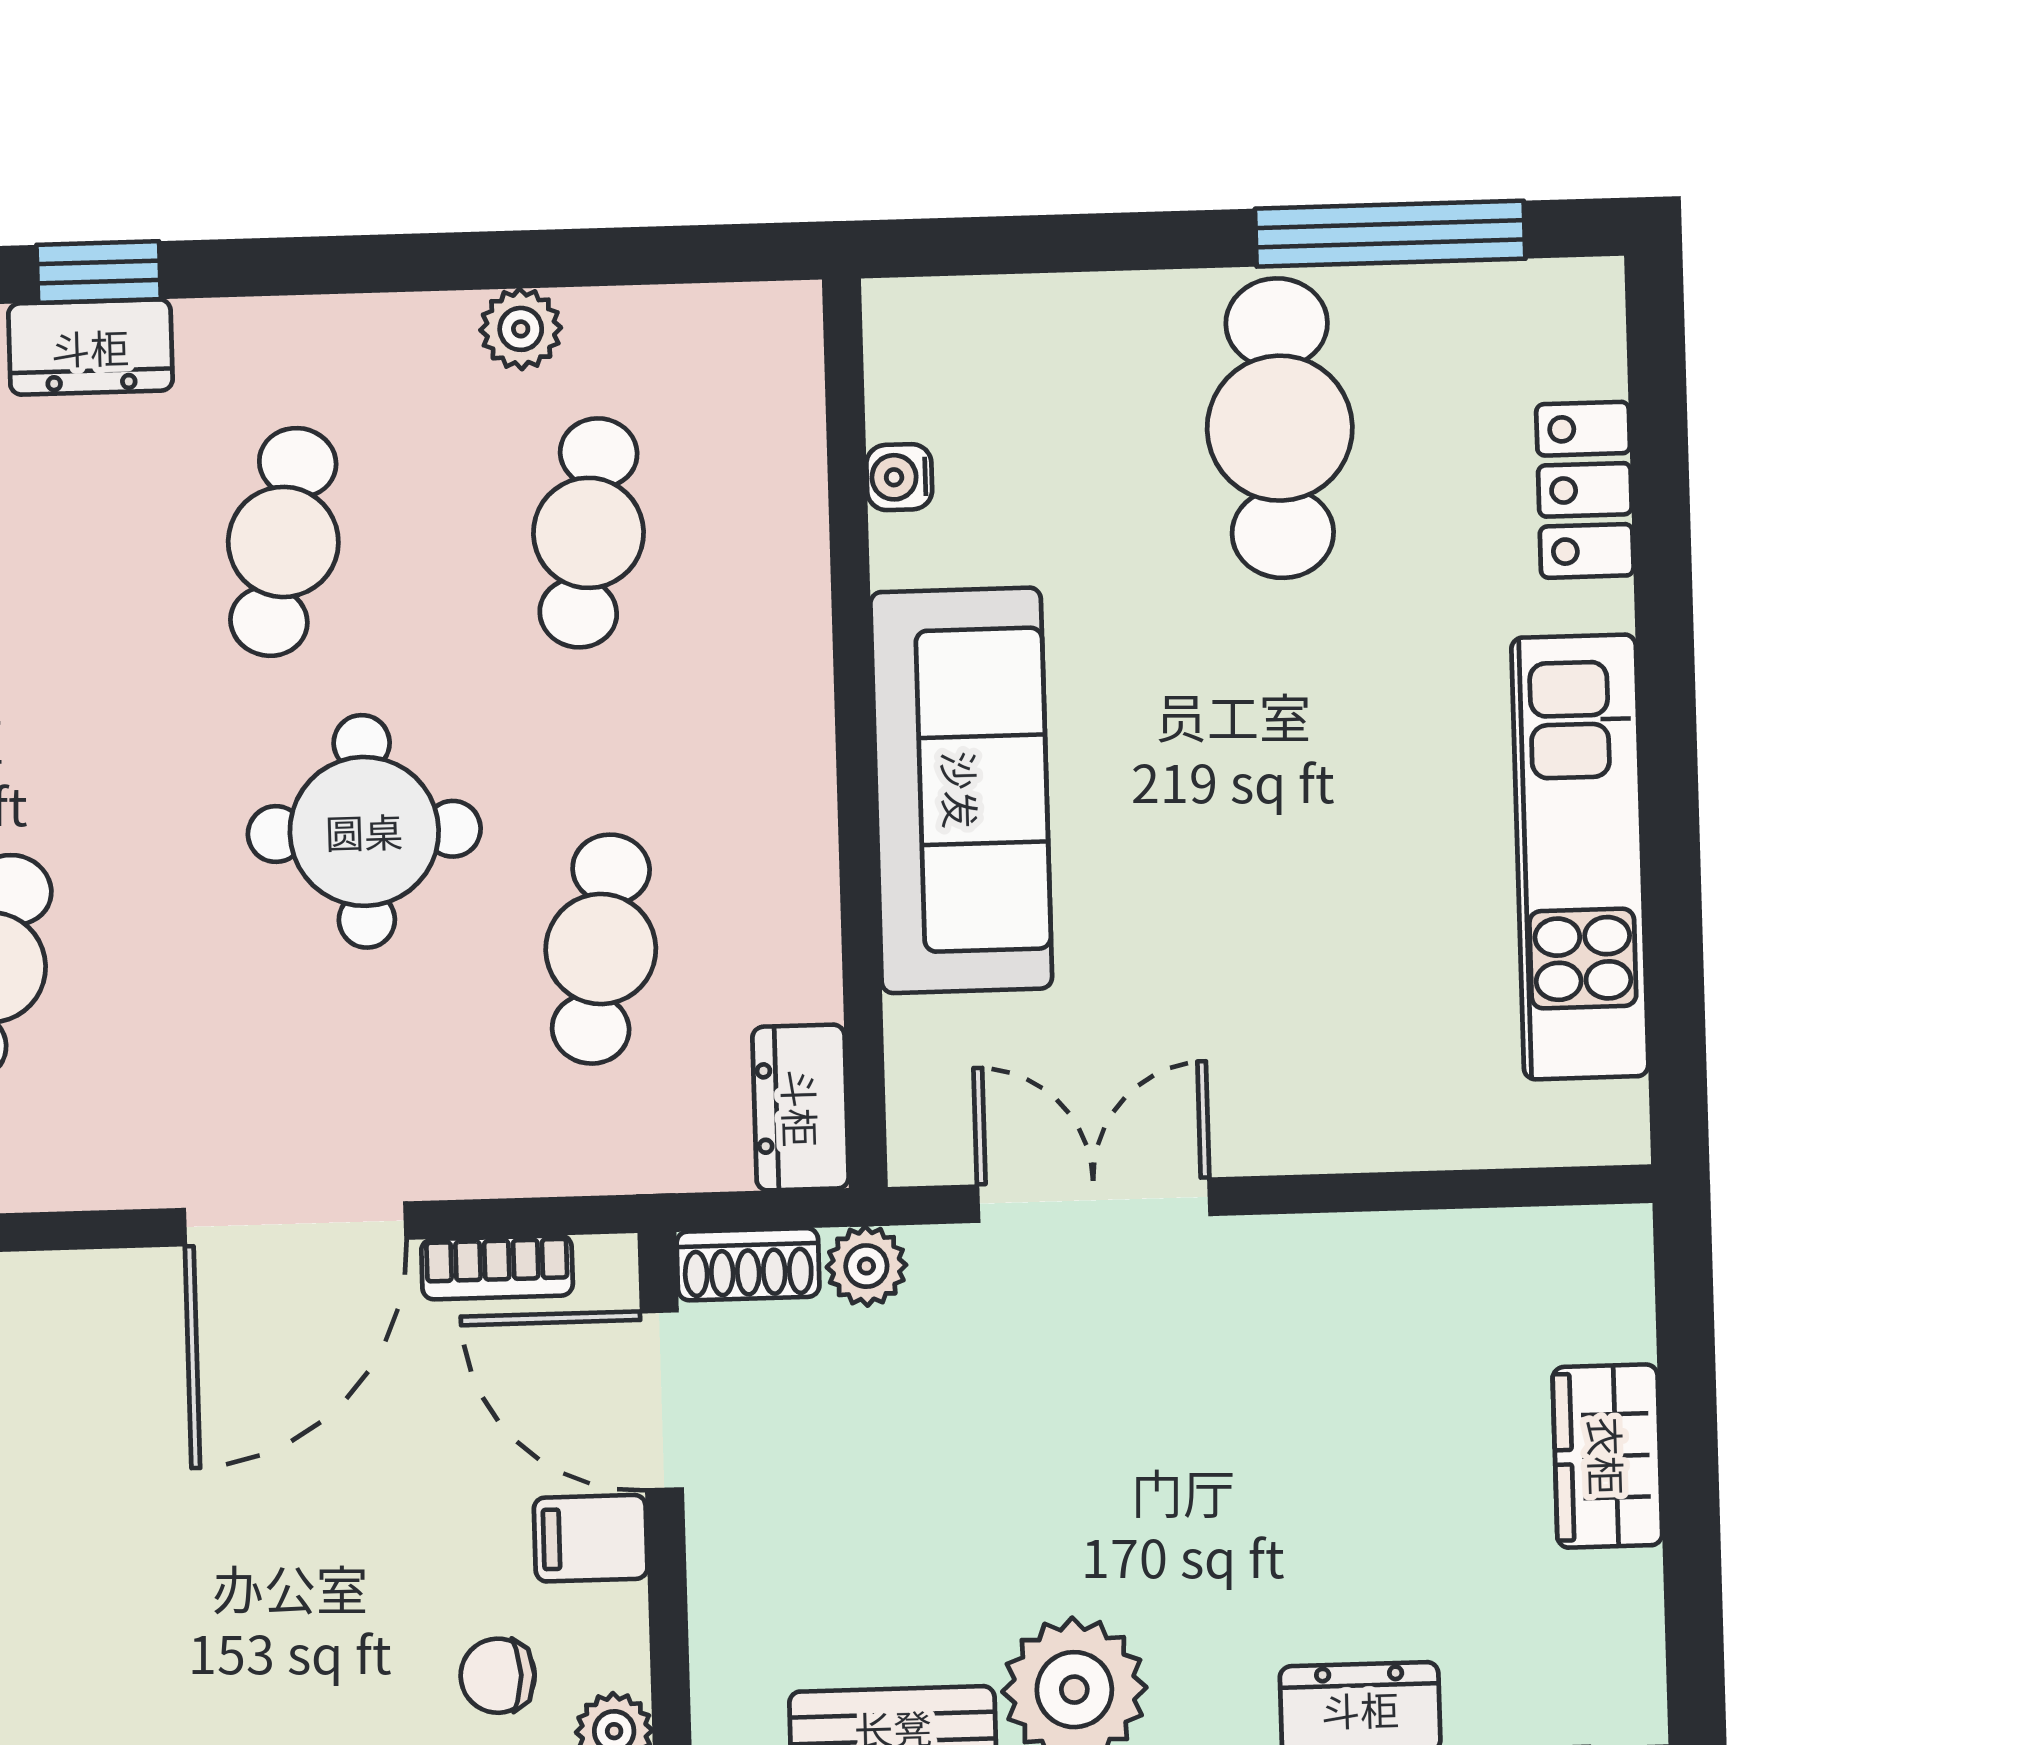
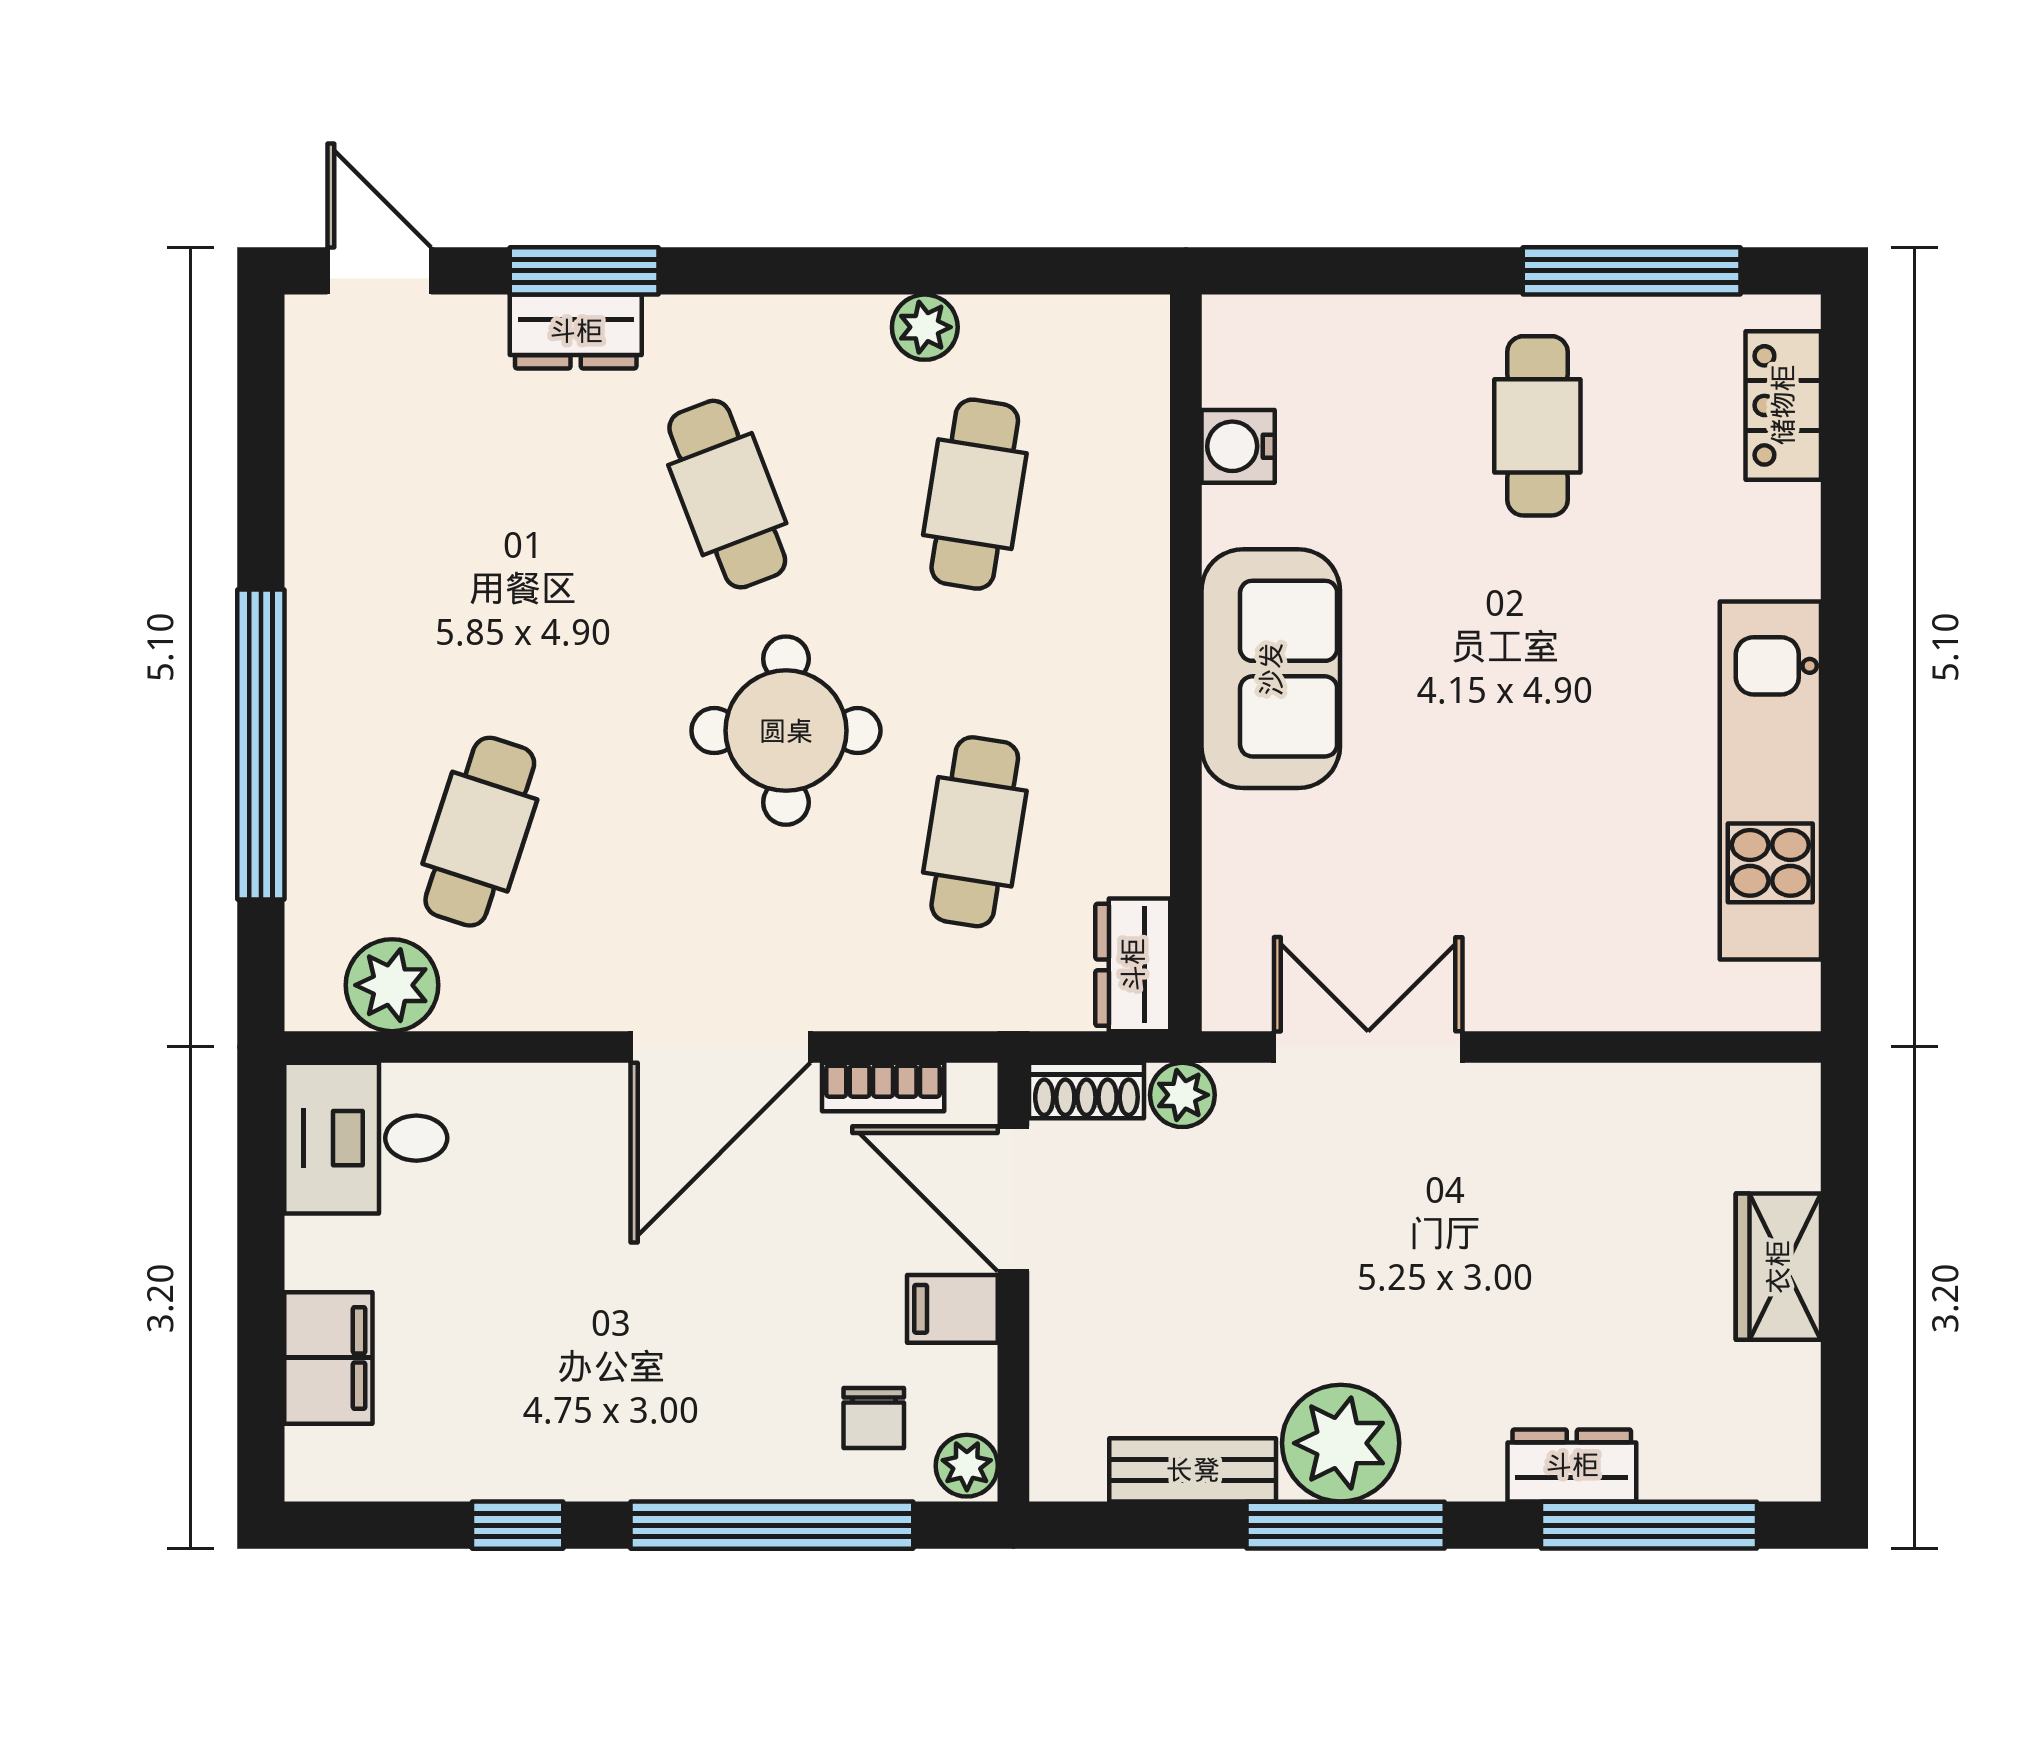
window: (99, 272) -> (584, 271), width x1.50
cafe table: (1280, 428) -> (1537, 426), width x0.73, depth x0.74
water cooler: (899, 477) -> (1238, 446), width x1.38, depth x1.38
locker: (1585, 490) -> (1783, 405), moved
cafe table: (283, 542) -> (727, 494), turned -33
sofa: (961, 790) -> (1271, 669), width x0.73
chair: (498, 1676) -> (874, 1418), turned -90

